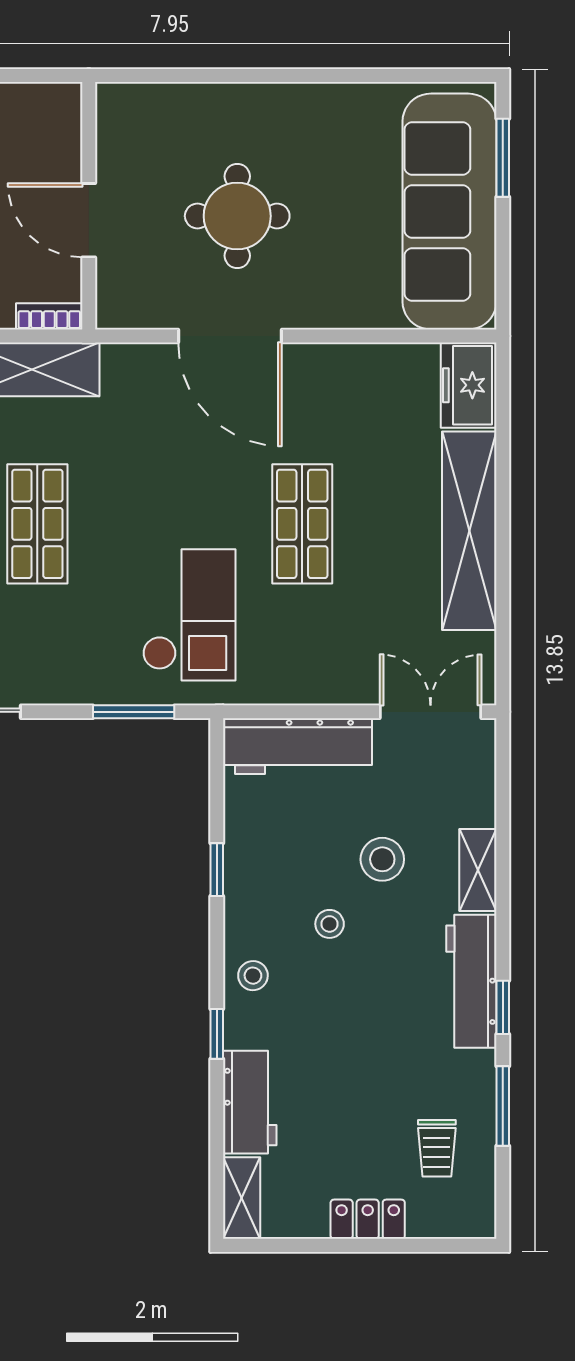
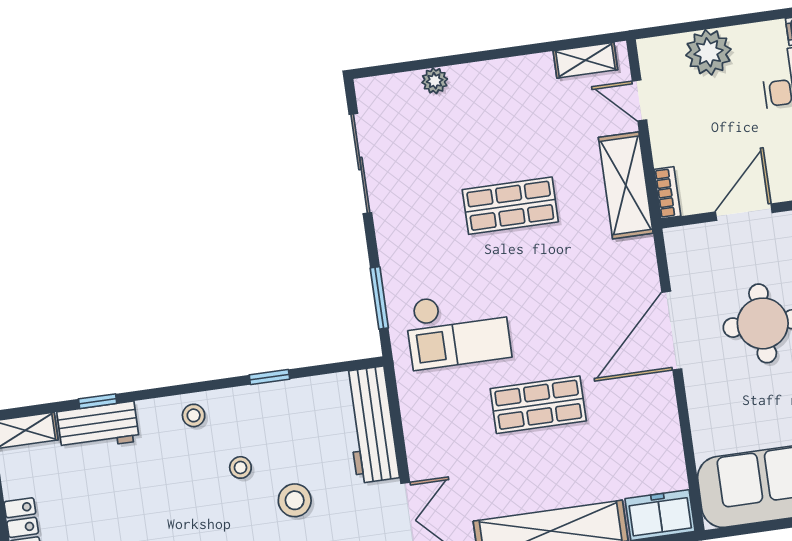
window: (217, 1034) -> (98, 401), moved

